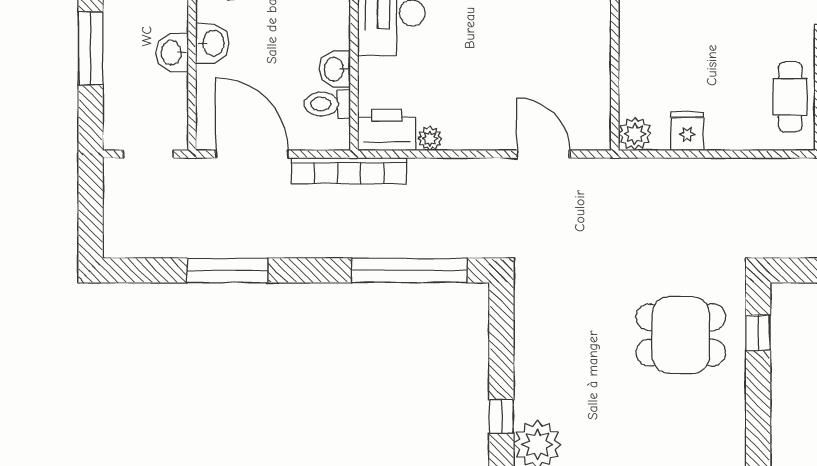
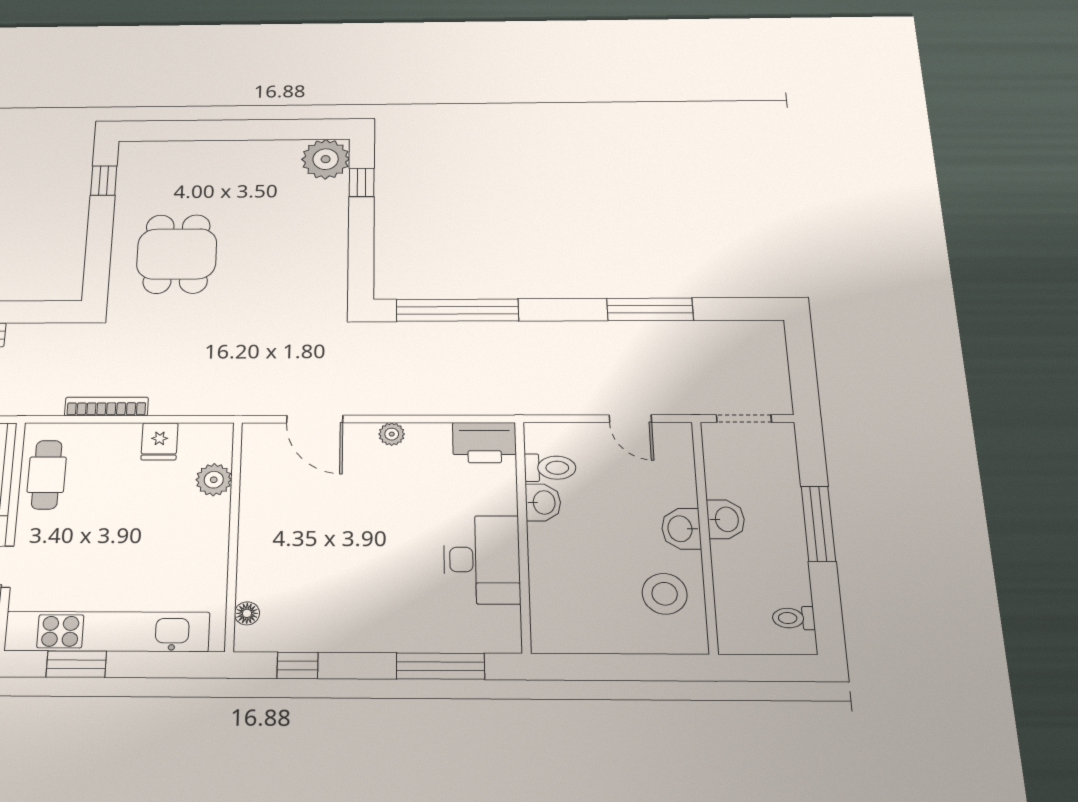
plant: (635, 134) -> (214, 480), moved
plant: (430, 139) -> (392, 434), moved
door: (252, 154) -> (630, 419), width x0.53
bookcase: (349, 171) -> (106, 407), moved, width x0.68, depth x0.76
window: (758, 333) -> (104, 181), moved
dining table: (681, 335) -> (177, 254), turned 90

